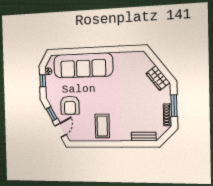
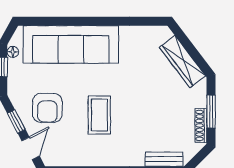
wardrobe: (158, 78) -> (183, 62), width x1.50
coffee table: (102, 126) -> (99, 115), moved

